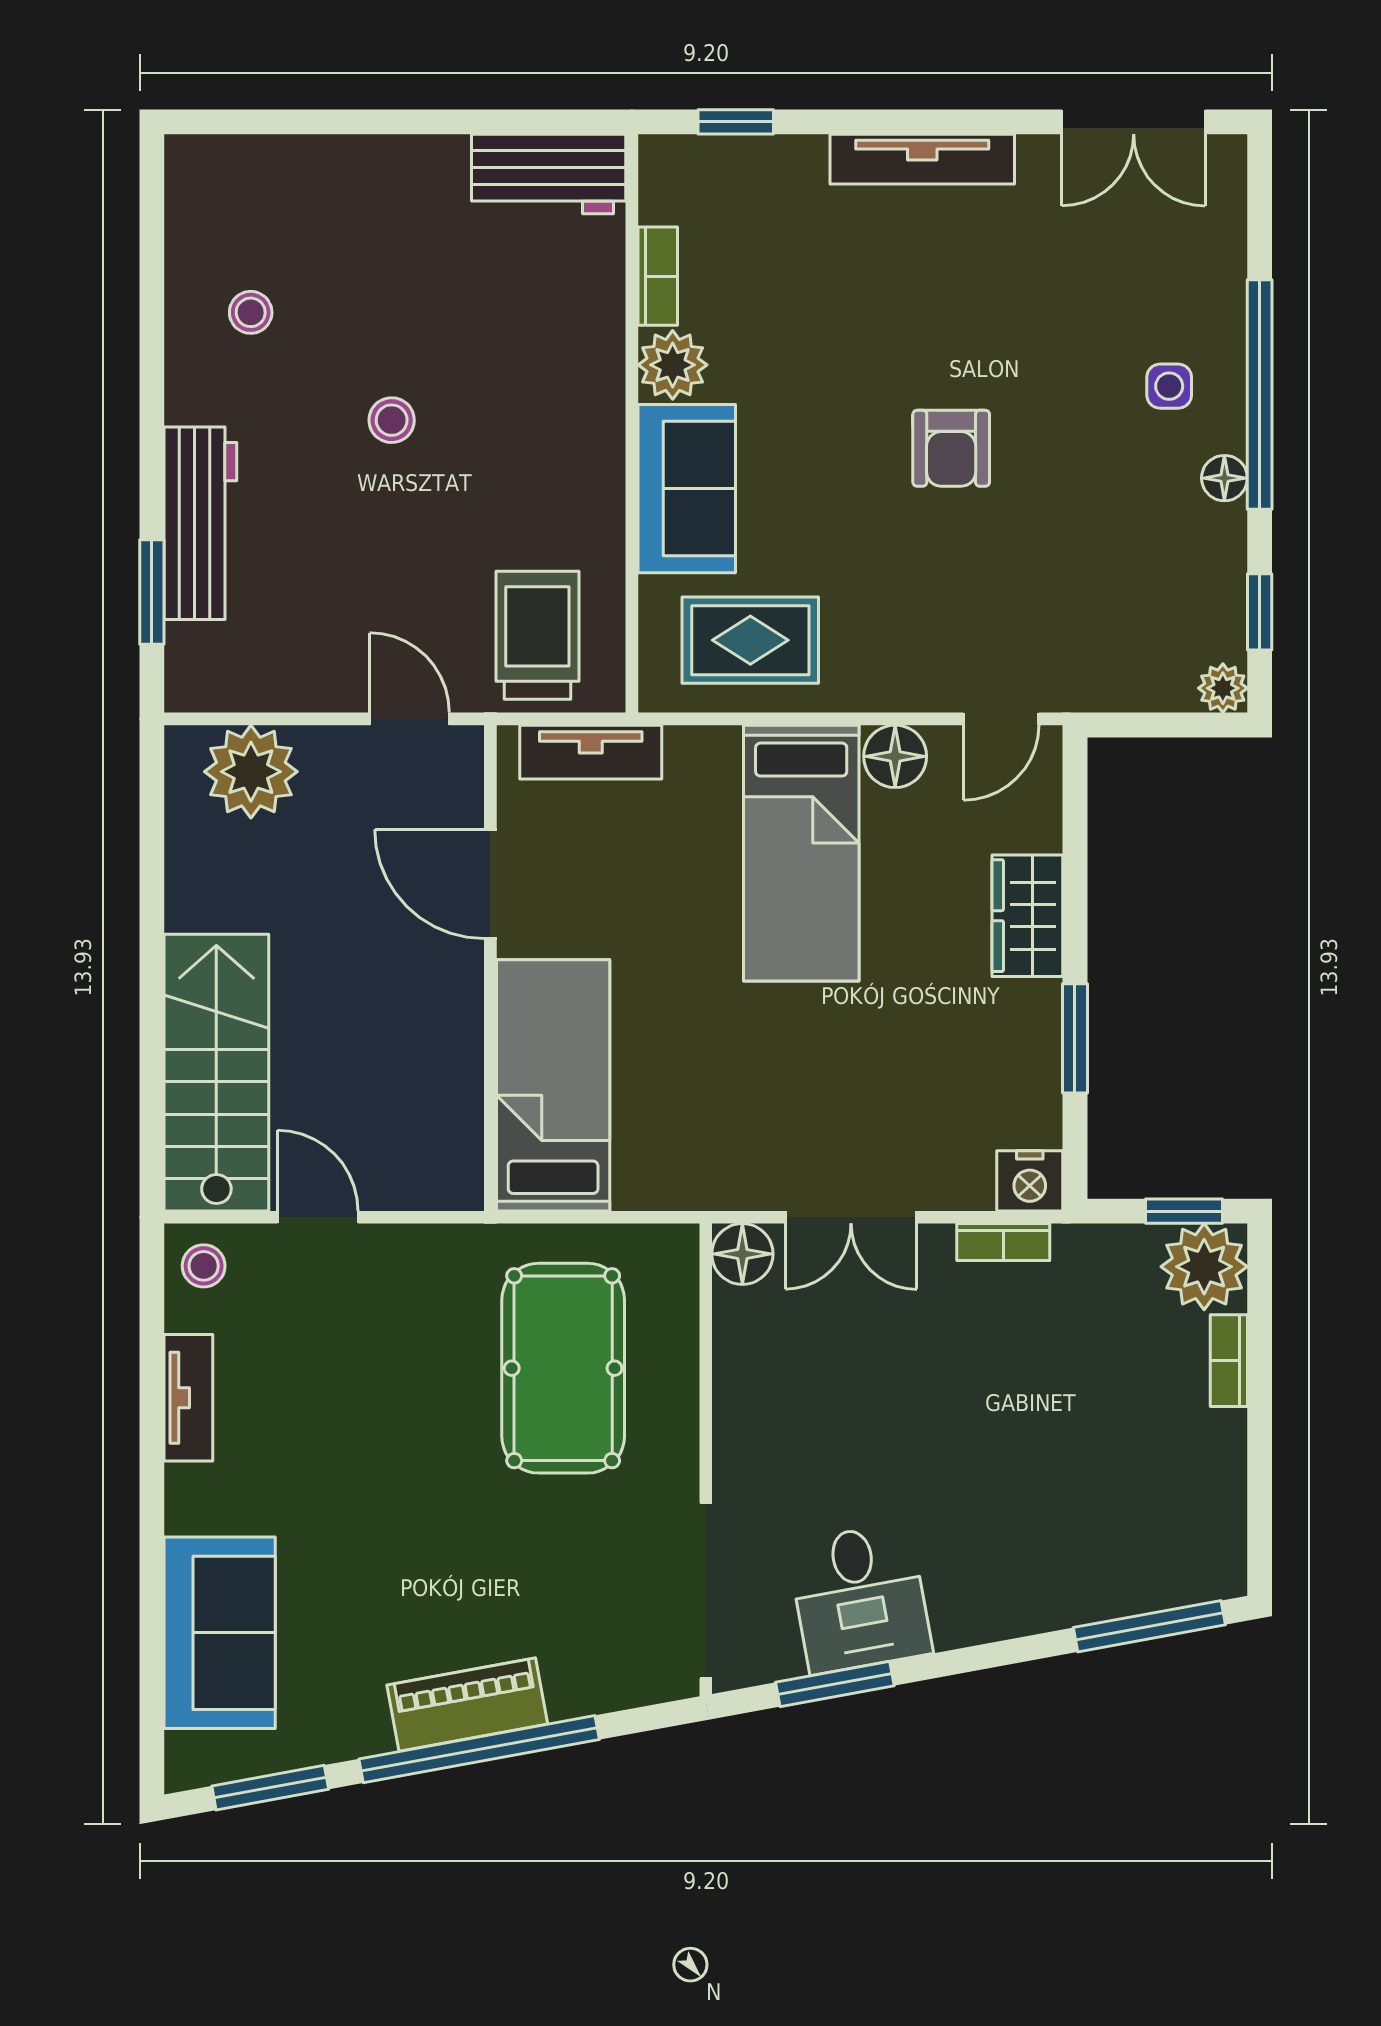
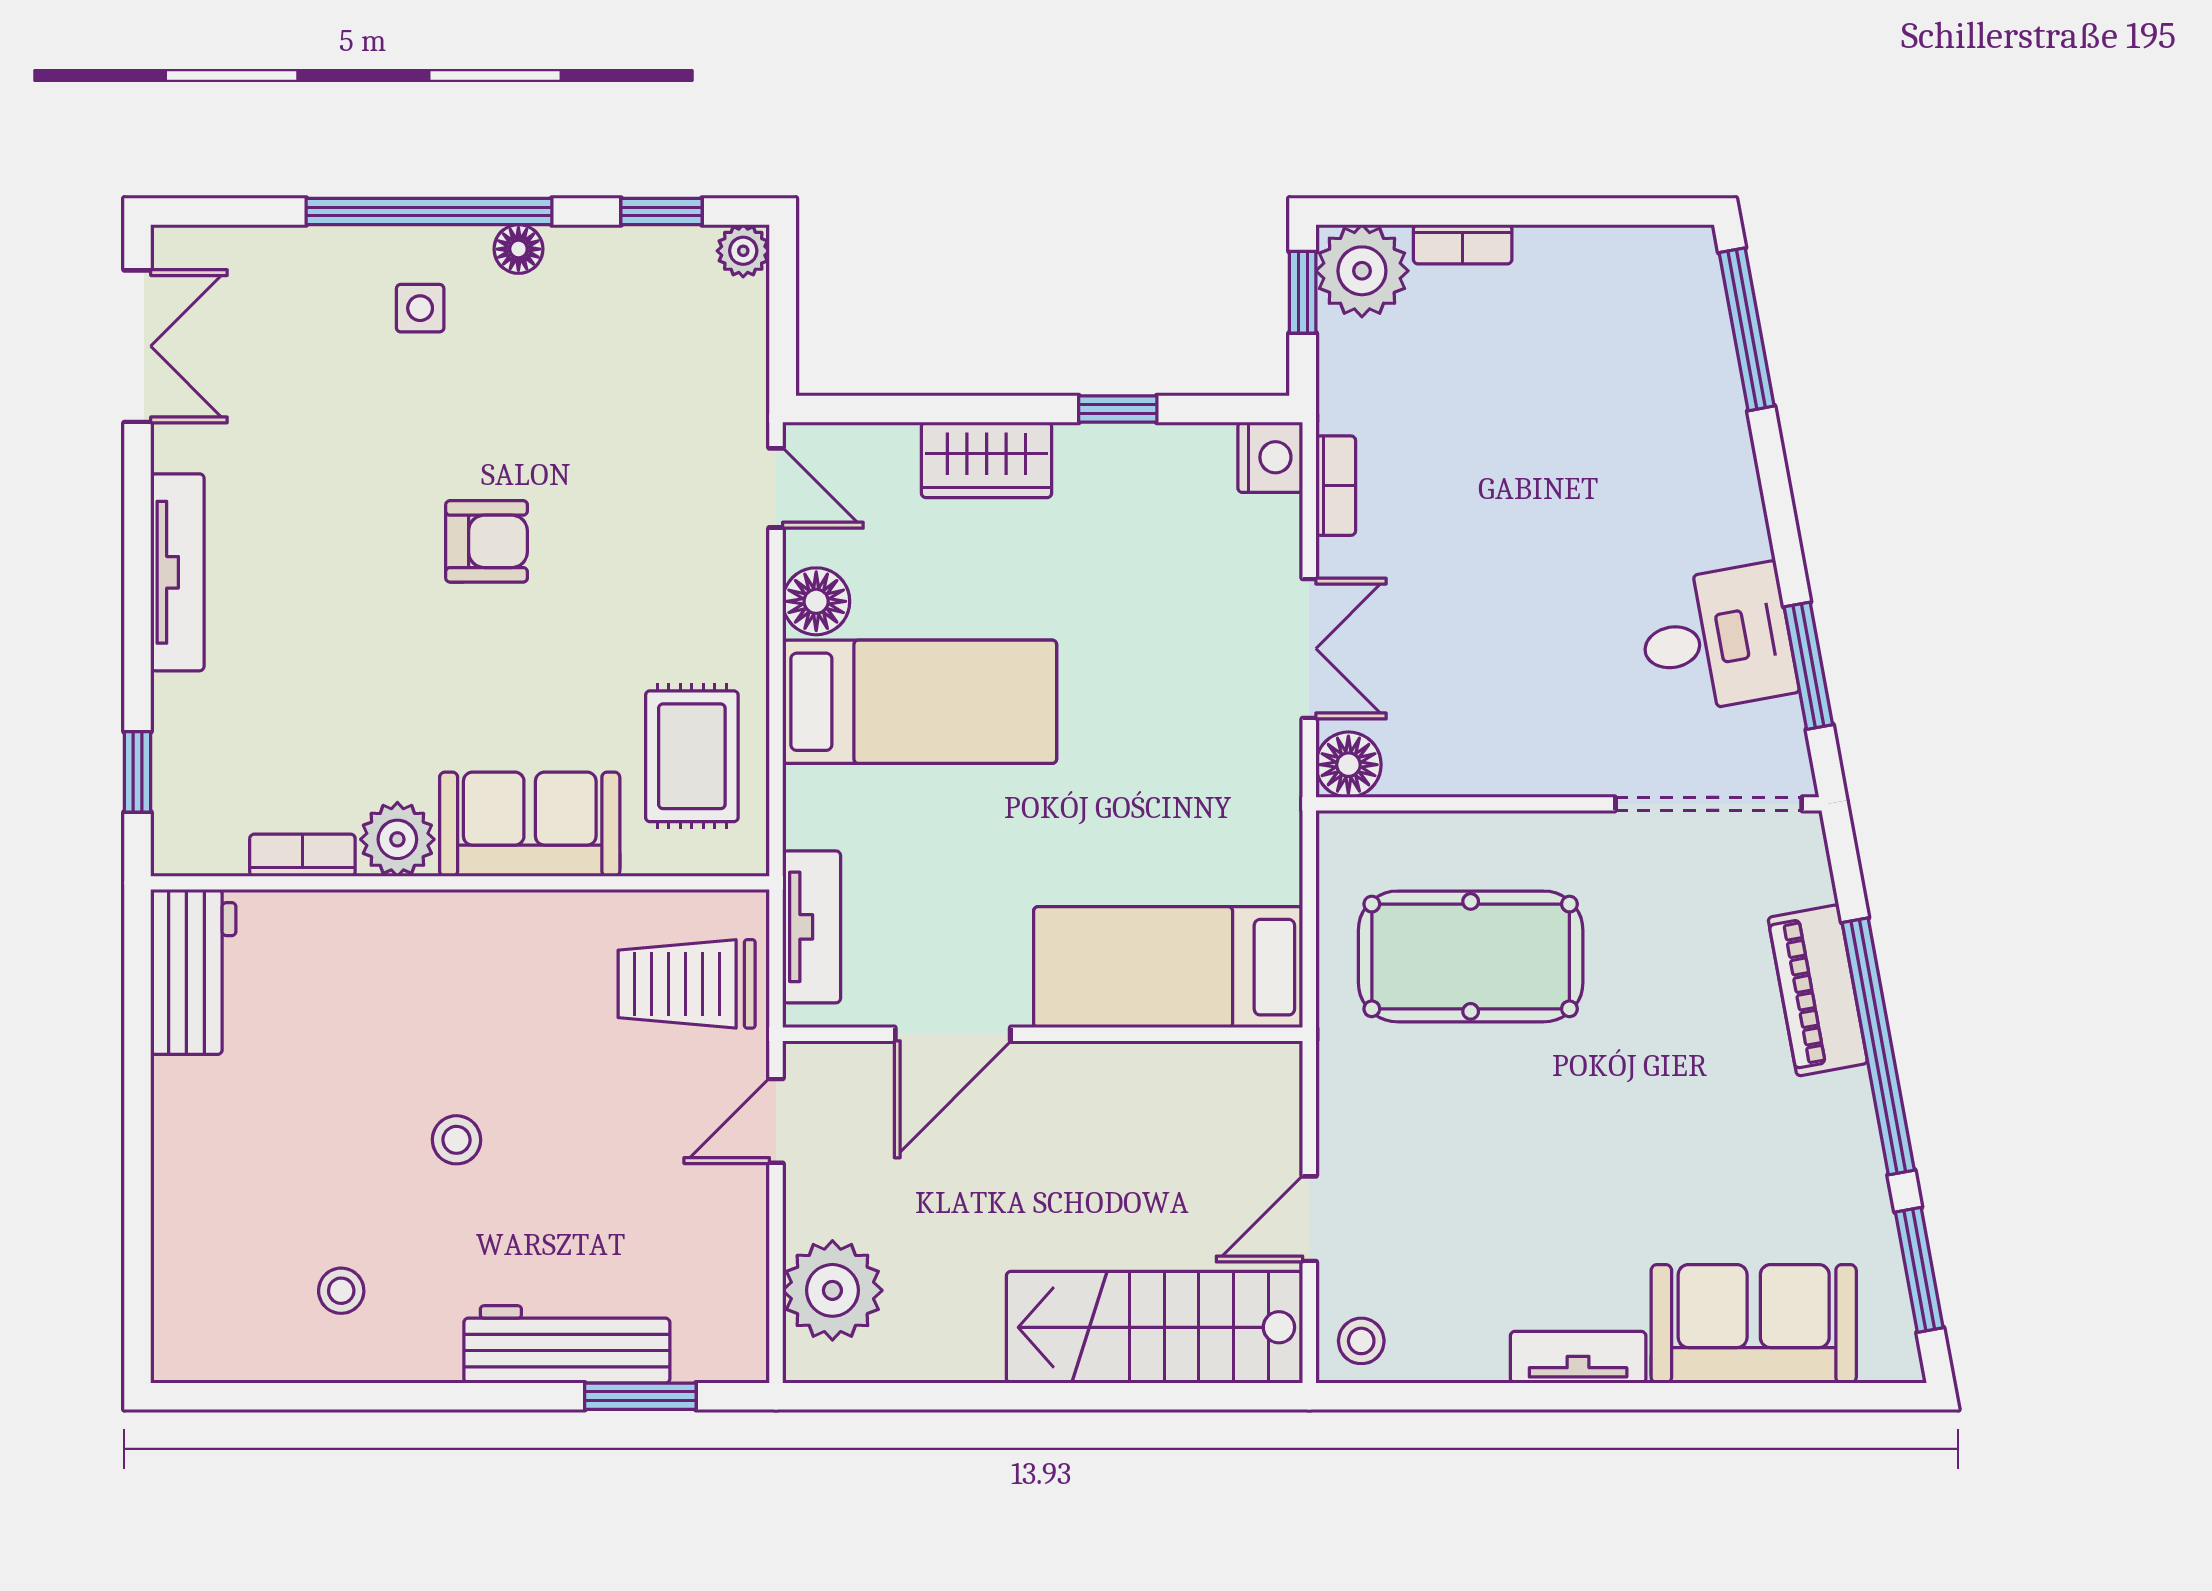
window: (1075, 1038) -> (1118, 409), width x0.67
tv unit: (188, 1398) -> (1578, 1357), moved
piano: (467, 1705) -> (1818, 990), moved

